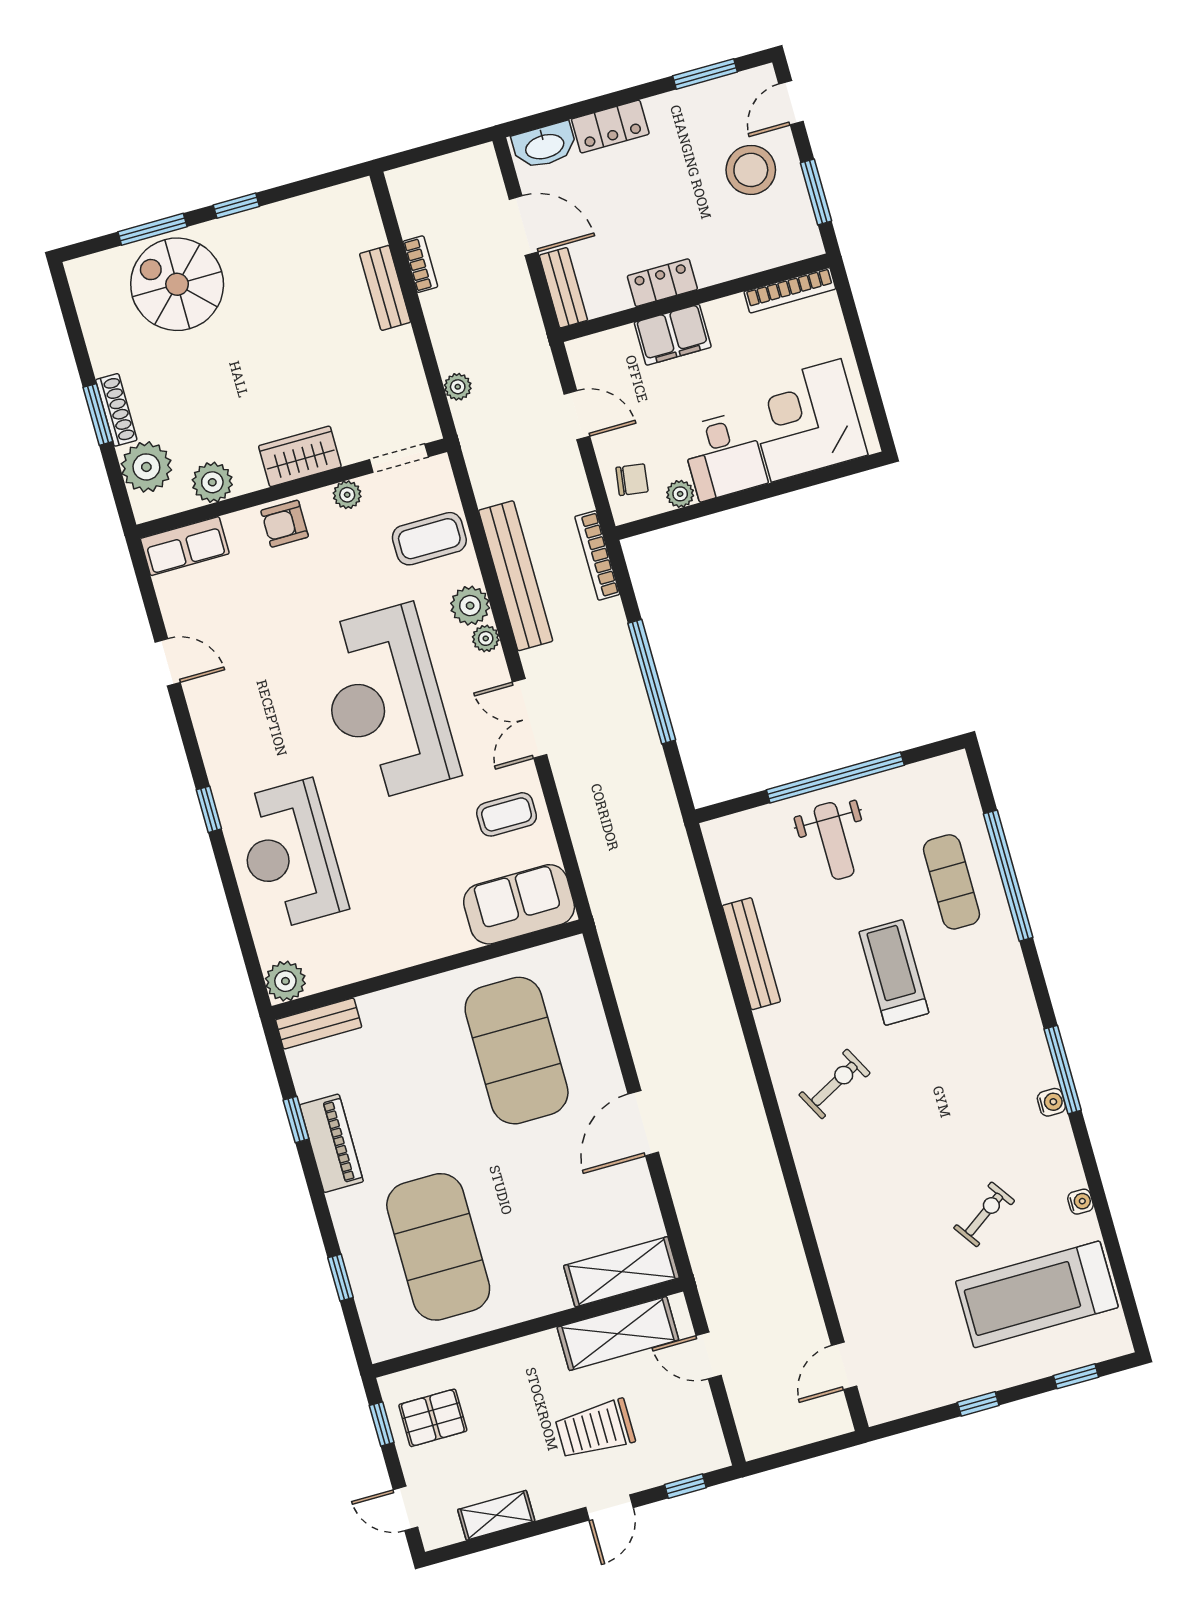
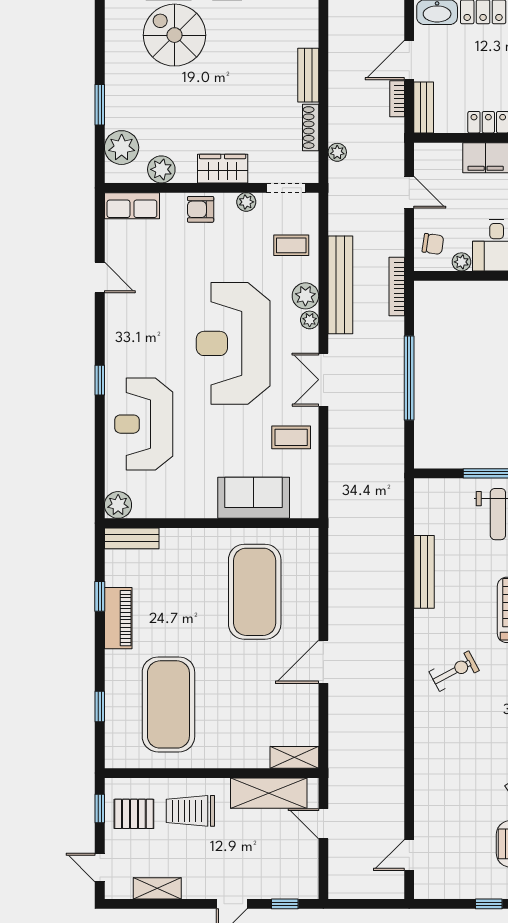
door: (524, 226) -> (409, 60), swing flipped
bookcase: (420, 264) -> (397, 99), moved, turned 180
shoe rack: (116, 410) -> (311, 128), moved, turned 180
coffee table: (429, 539) -> (291, 245), width x0.73, depth x0.77
sofa: (519, 904) -> (254, 498), moved
shelving: (621, 1272) -> (294, 757), width x0.67, depth x0.75
trolley: (595, 1429) -> (190, 811), moved

